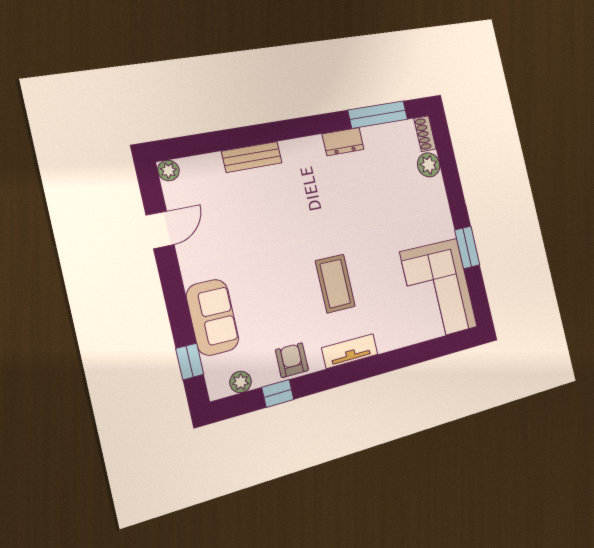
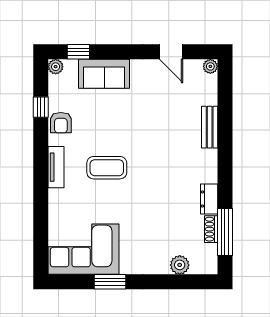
shoe rack: (425, 134) -> (211, 229), moved, turned -90
armchair: (292, 360) -> (61, 123), turned 90
plant: (241, 382) -> (56, 67), moved

